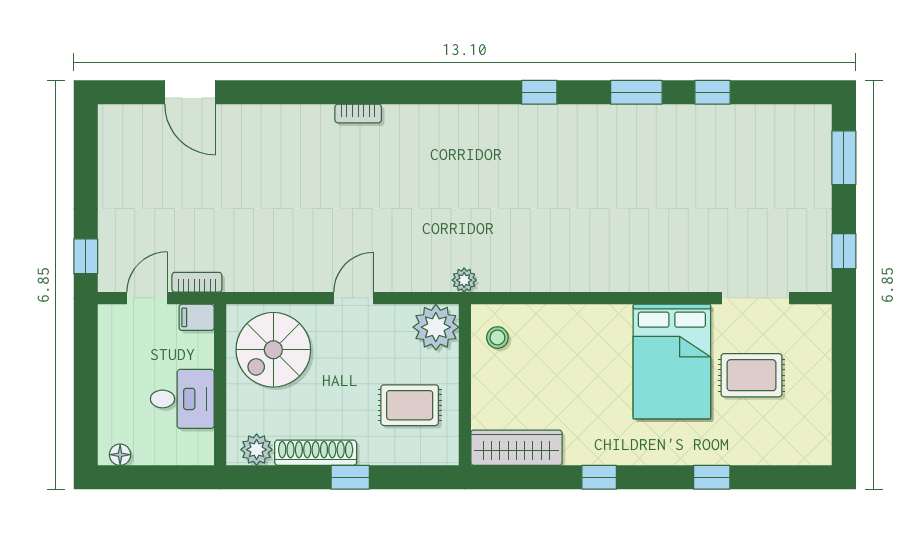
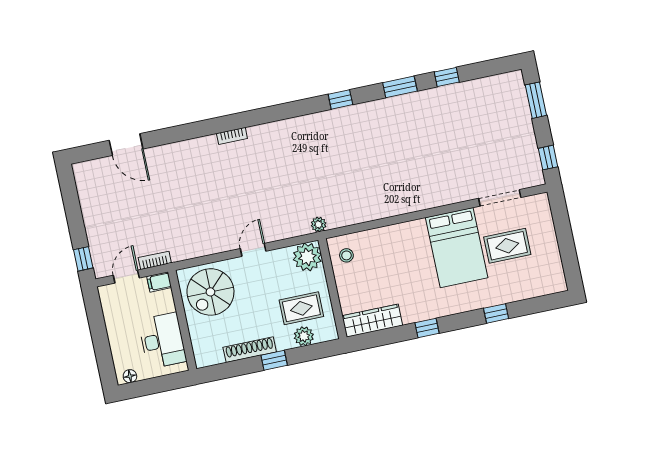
desk: (182, 399) -> (162, 341), width x1.37
plant: (257, 450) -> (304, 336), moved

